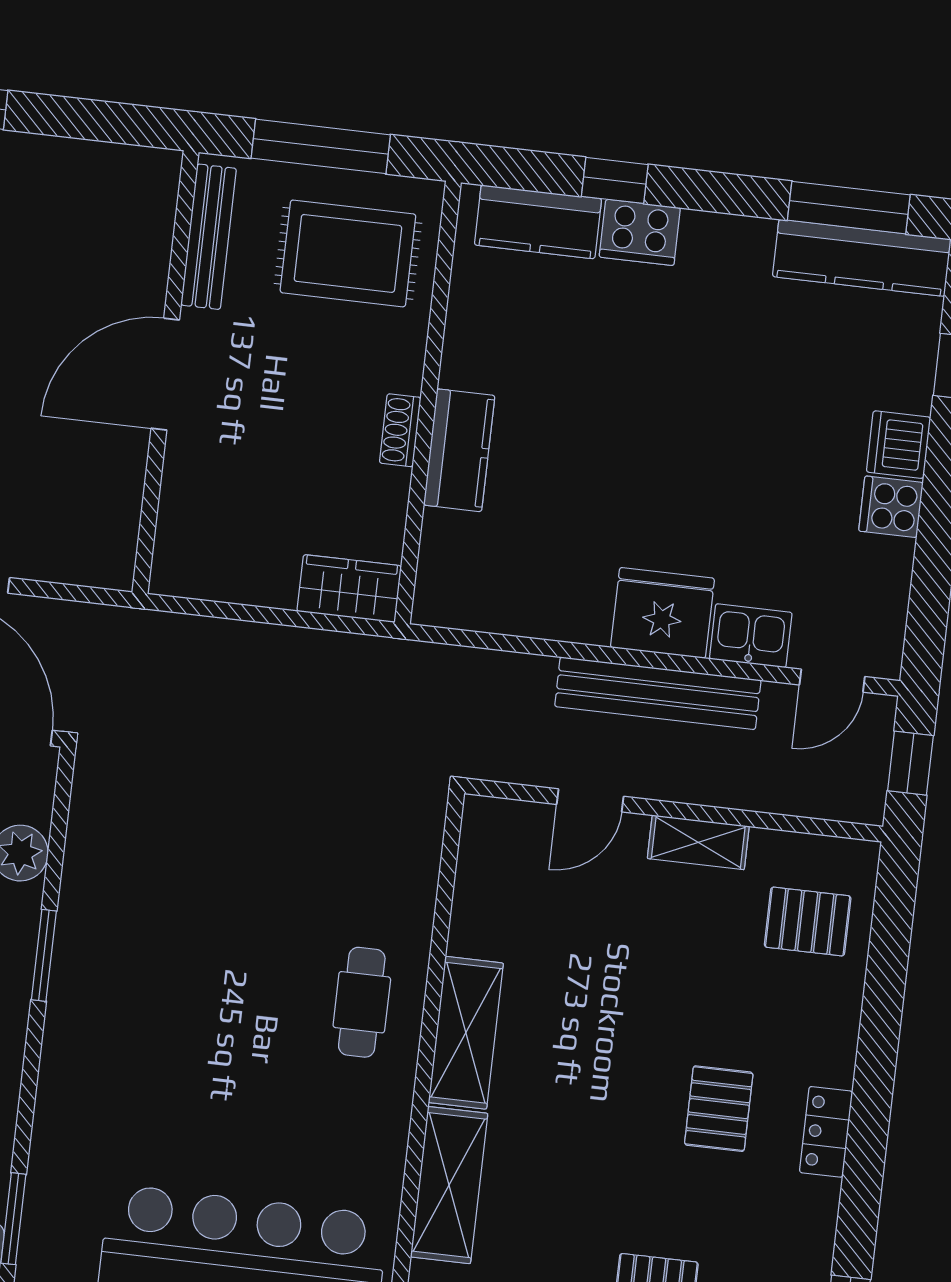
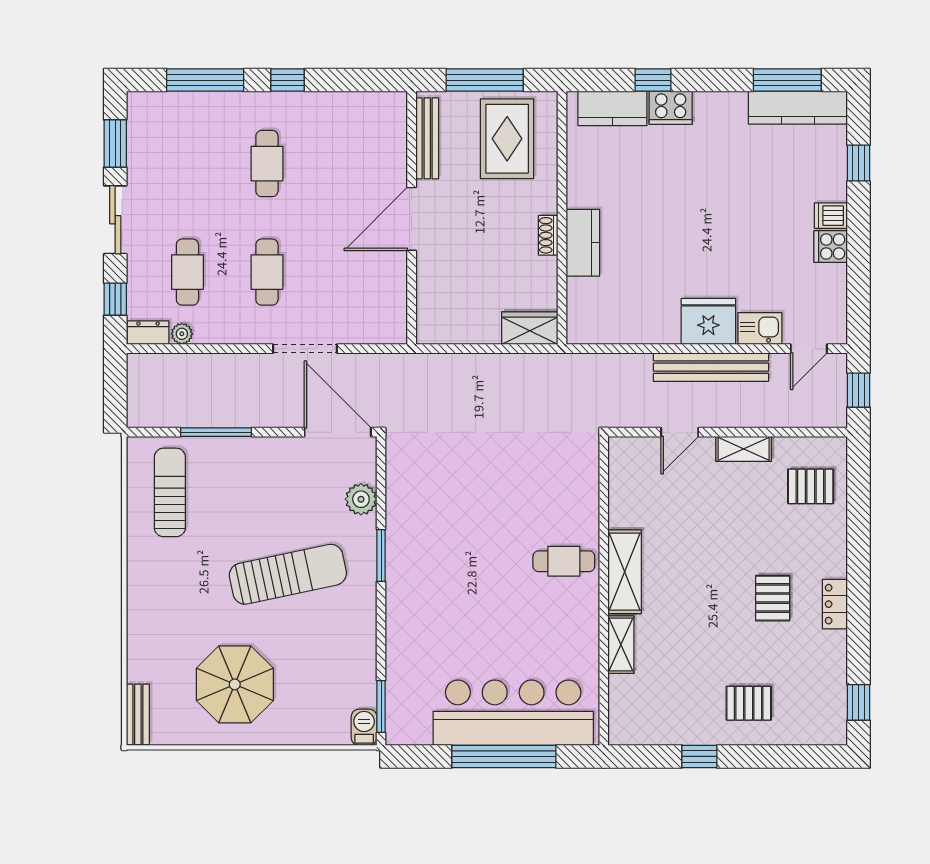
rug: (348, 253) -> (507, 139), turned 90
dishwasher: (898, 445) -> (831, 216), width x0.73
cafe table: (362, 1002) -> (564, 561), turned 90
shelving: (449, 1185) -> (621, 645), width x0.67, depth x0.75

